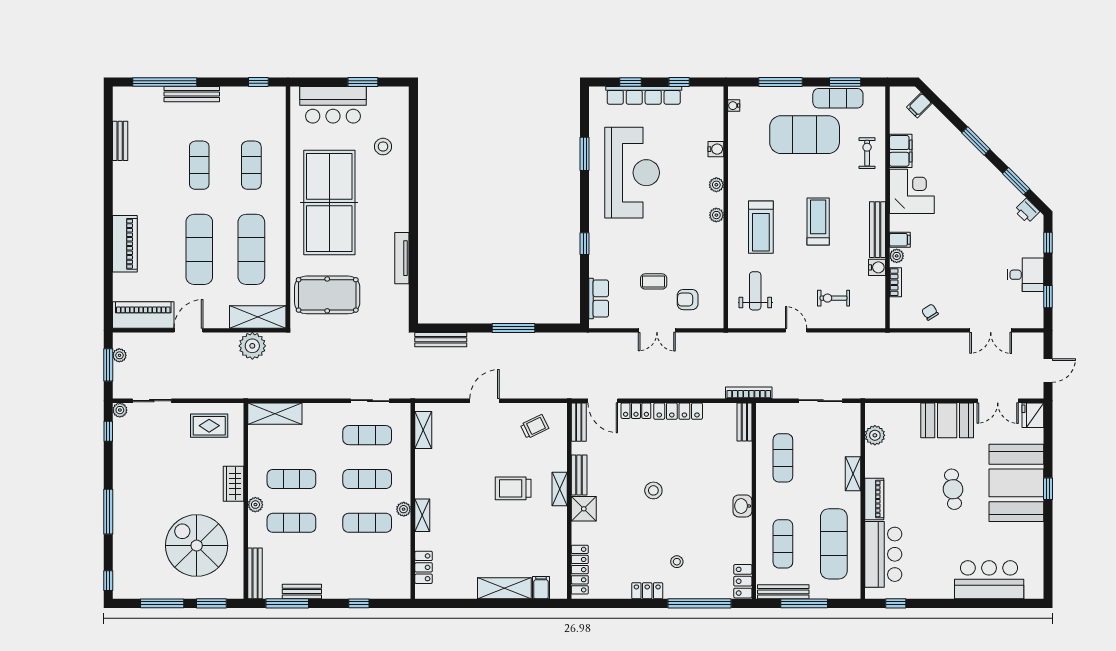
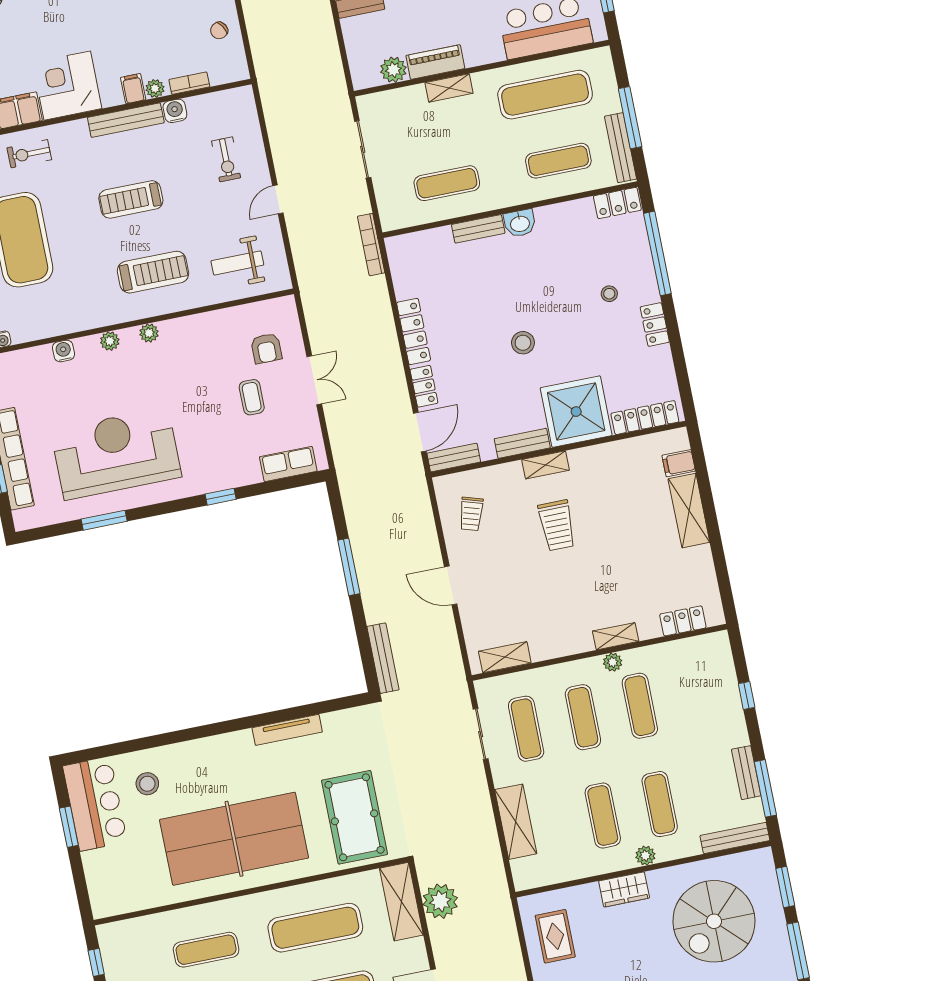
bar counter: (333, 105) -> (95, 804), moved
shelving: (275, 414) -> (516, 822), moved
bench: (744, 422) -> (478, 229), moved
trolley: (534, 427) -> (471, 514), turned -137
piano: (874, 499) -> (435, 62), moved
shower: (584, 509) -> (576, 412), width x1.86, depth x1.86

